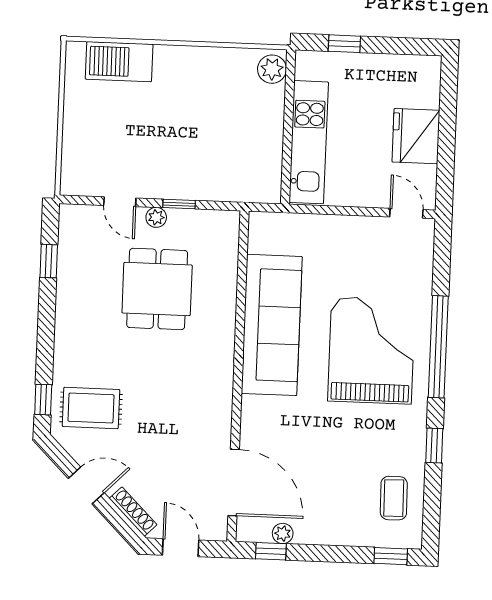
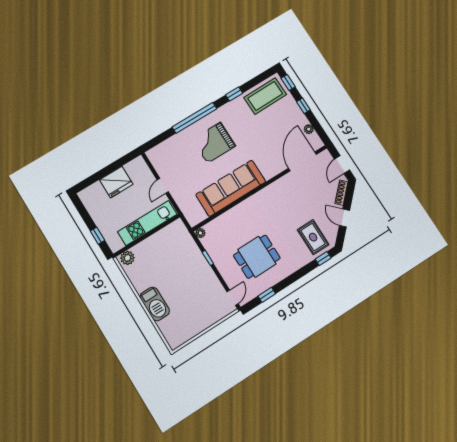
barbecue: (119, 62) -> (155, 304), moved
door: (120, 202) -> (233, 298), moved
door: (406, 213) -> (163, 186), moved
plant: (156, 217) -> (200, 233), moved
dining table: (157, 289) -> (257, 257), moved
grand piano: (371, 350) -> (214, 143), width x0.73, depth x0.68
coffee table: (394, 498) -> (265, 96), width x1.86, depth x1.72
window: (271, 551) -> (303, 106), moved

